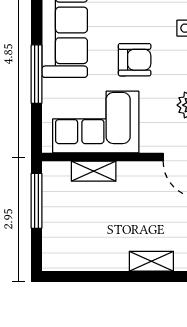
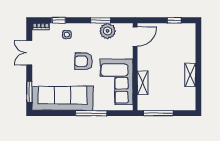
armchair: (135, 60) -> (84, 61), turned -90
shelving: (151, 261) -> (190, 75), moved

